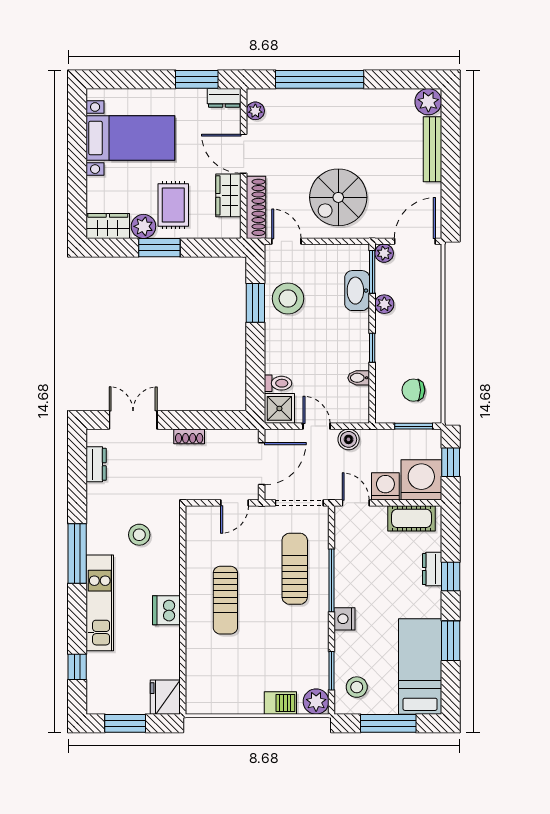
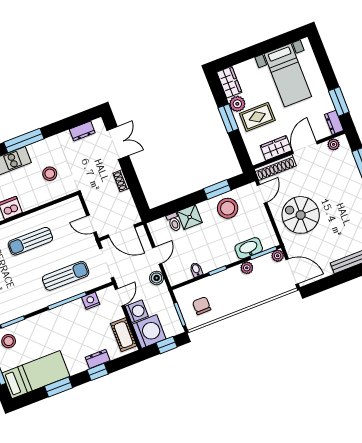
shower: (279, 408) -> (190, 217), moved
nightstand: (345, 619) -> (91, 301), moved

